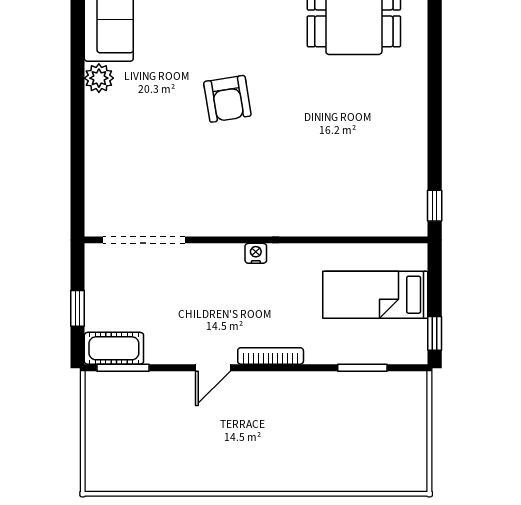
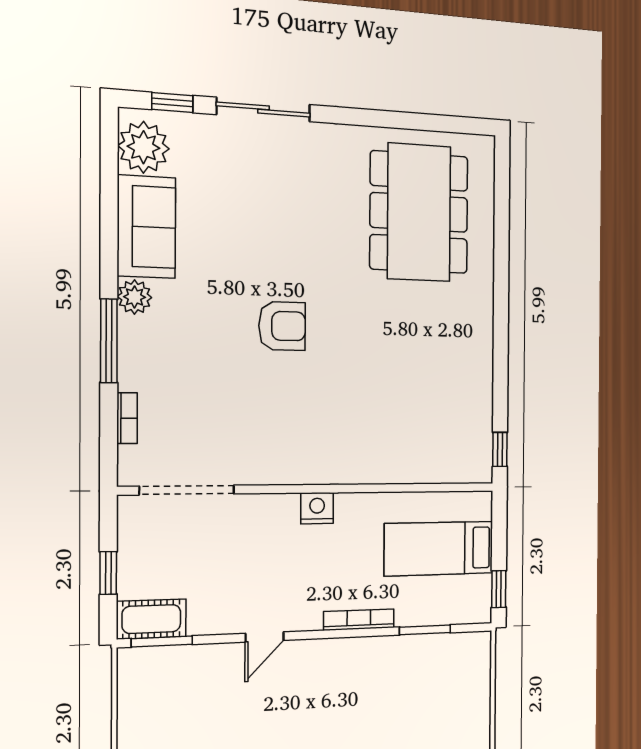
armchair: (227, 99) -> (282, 326), turned -81
window: (77, 115) -> (109, 341), added
bookcase: (93, 179) -> (127, 418), added
nightstand: (256, 253) -> (317, 508), width x1.39, depth x1.35
bookcase: (271, 356) -> (359, 620), moved

